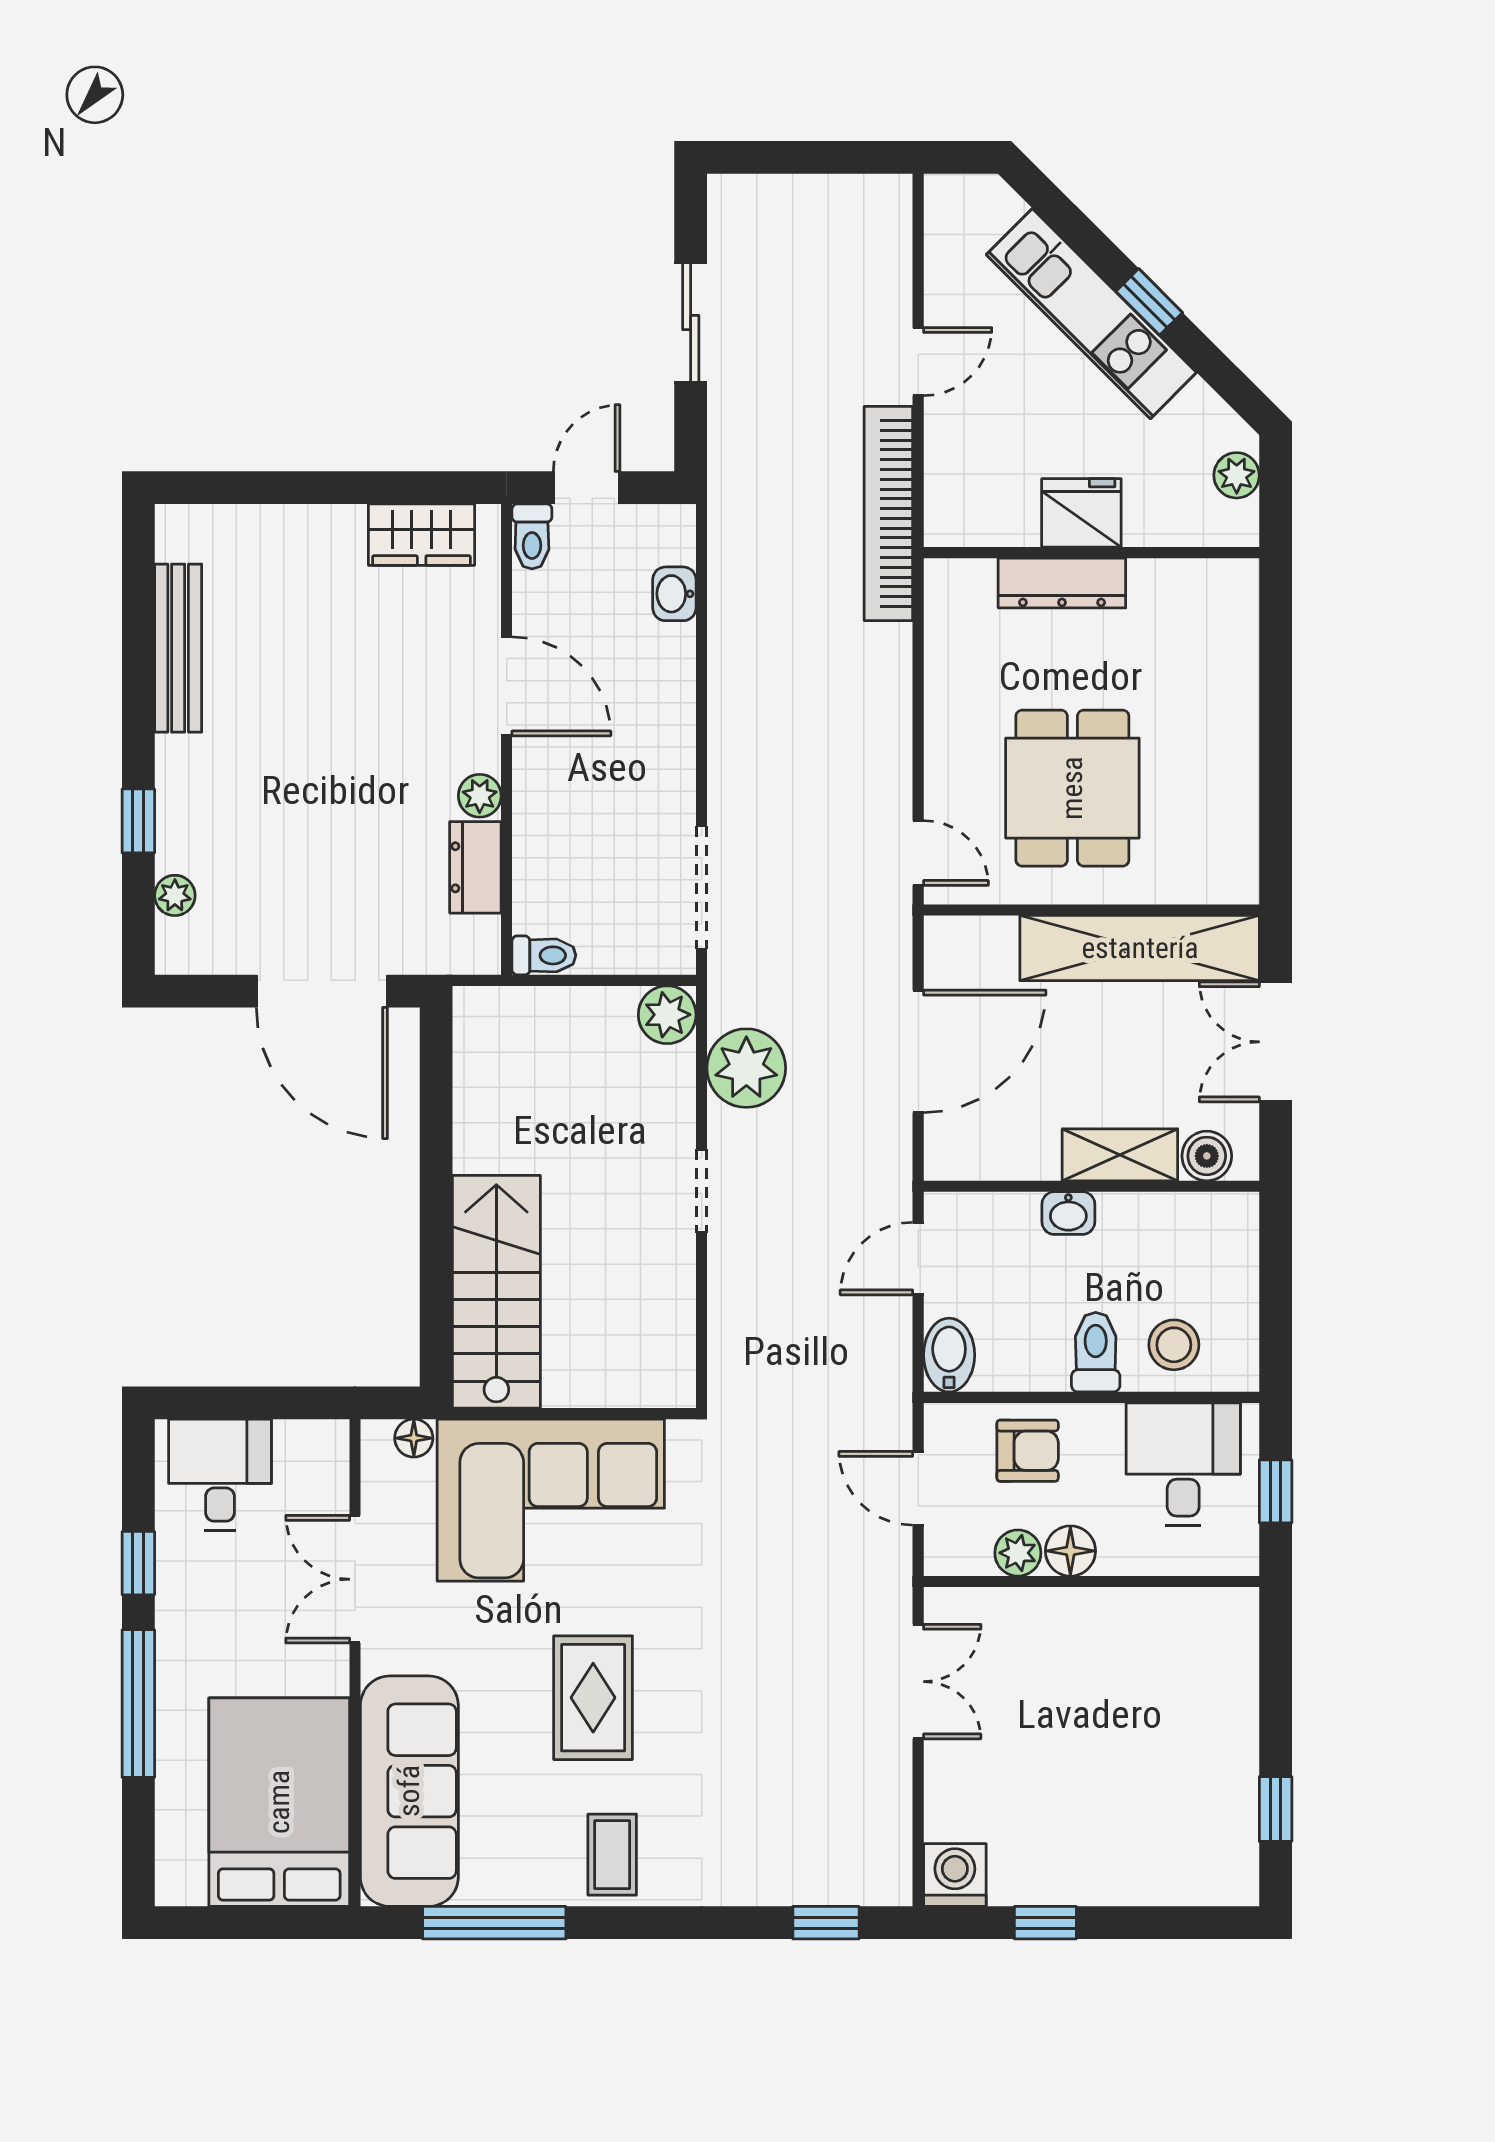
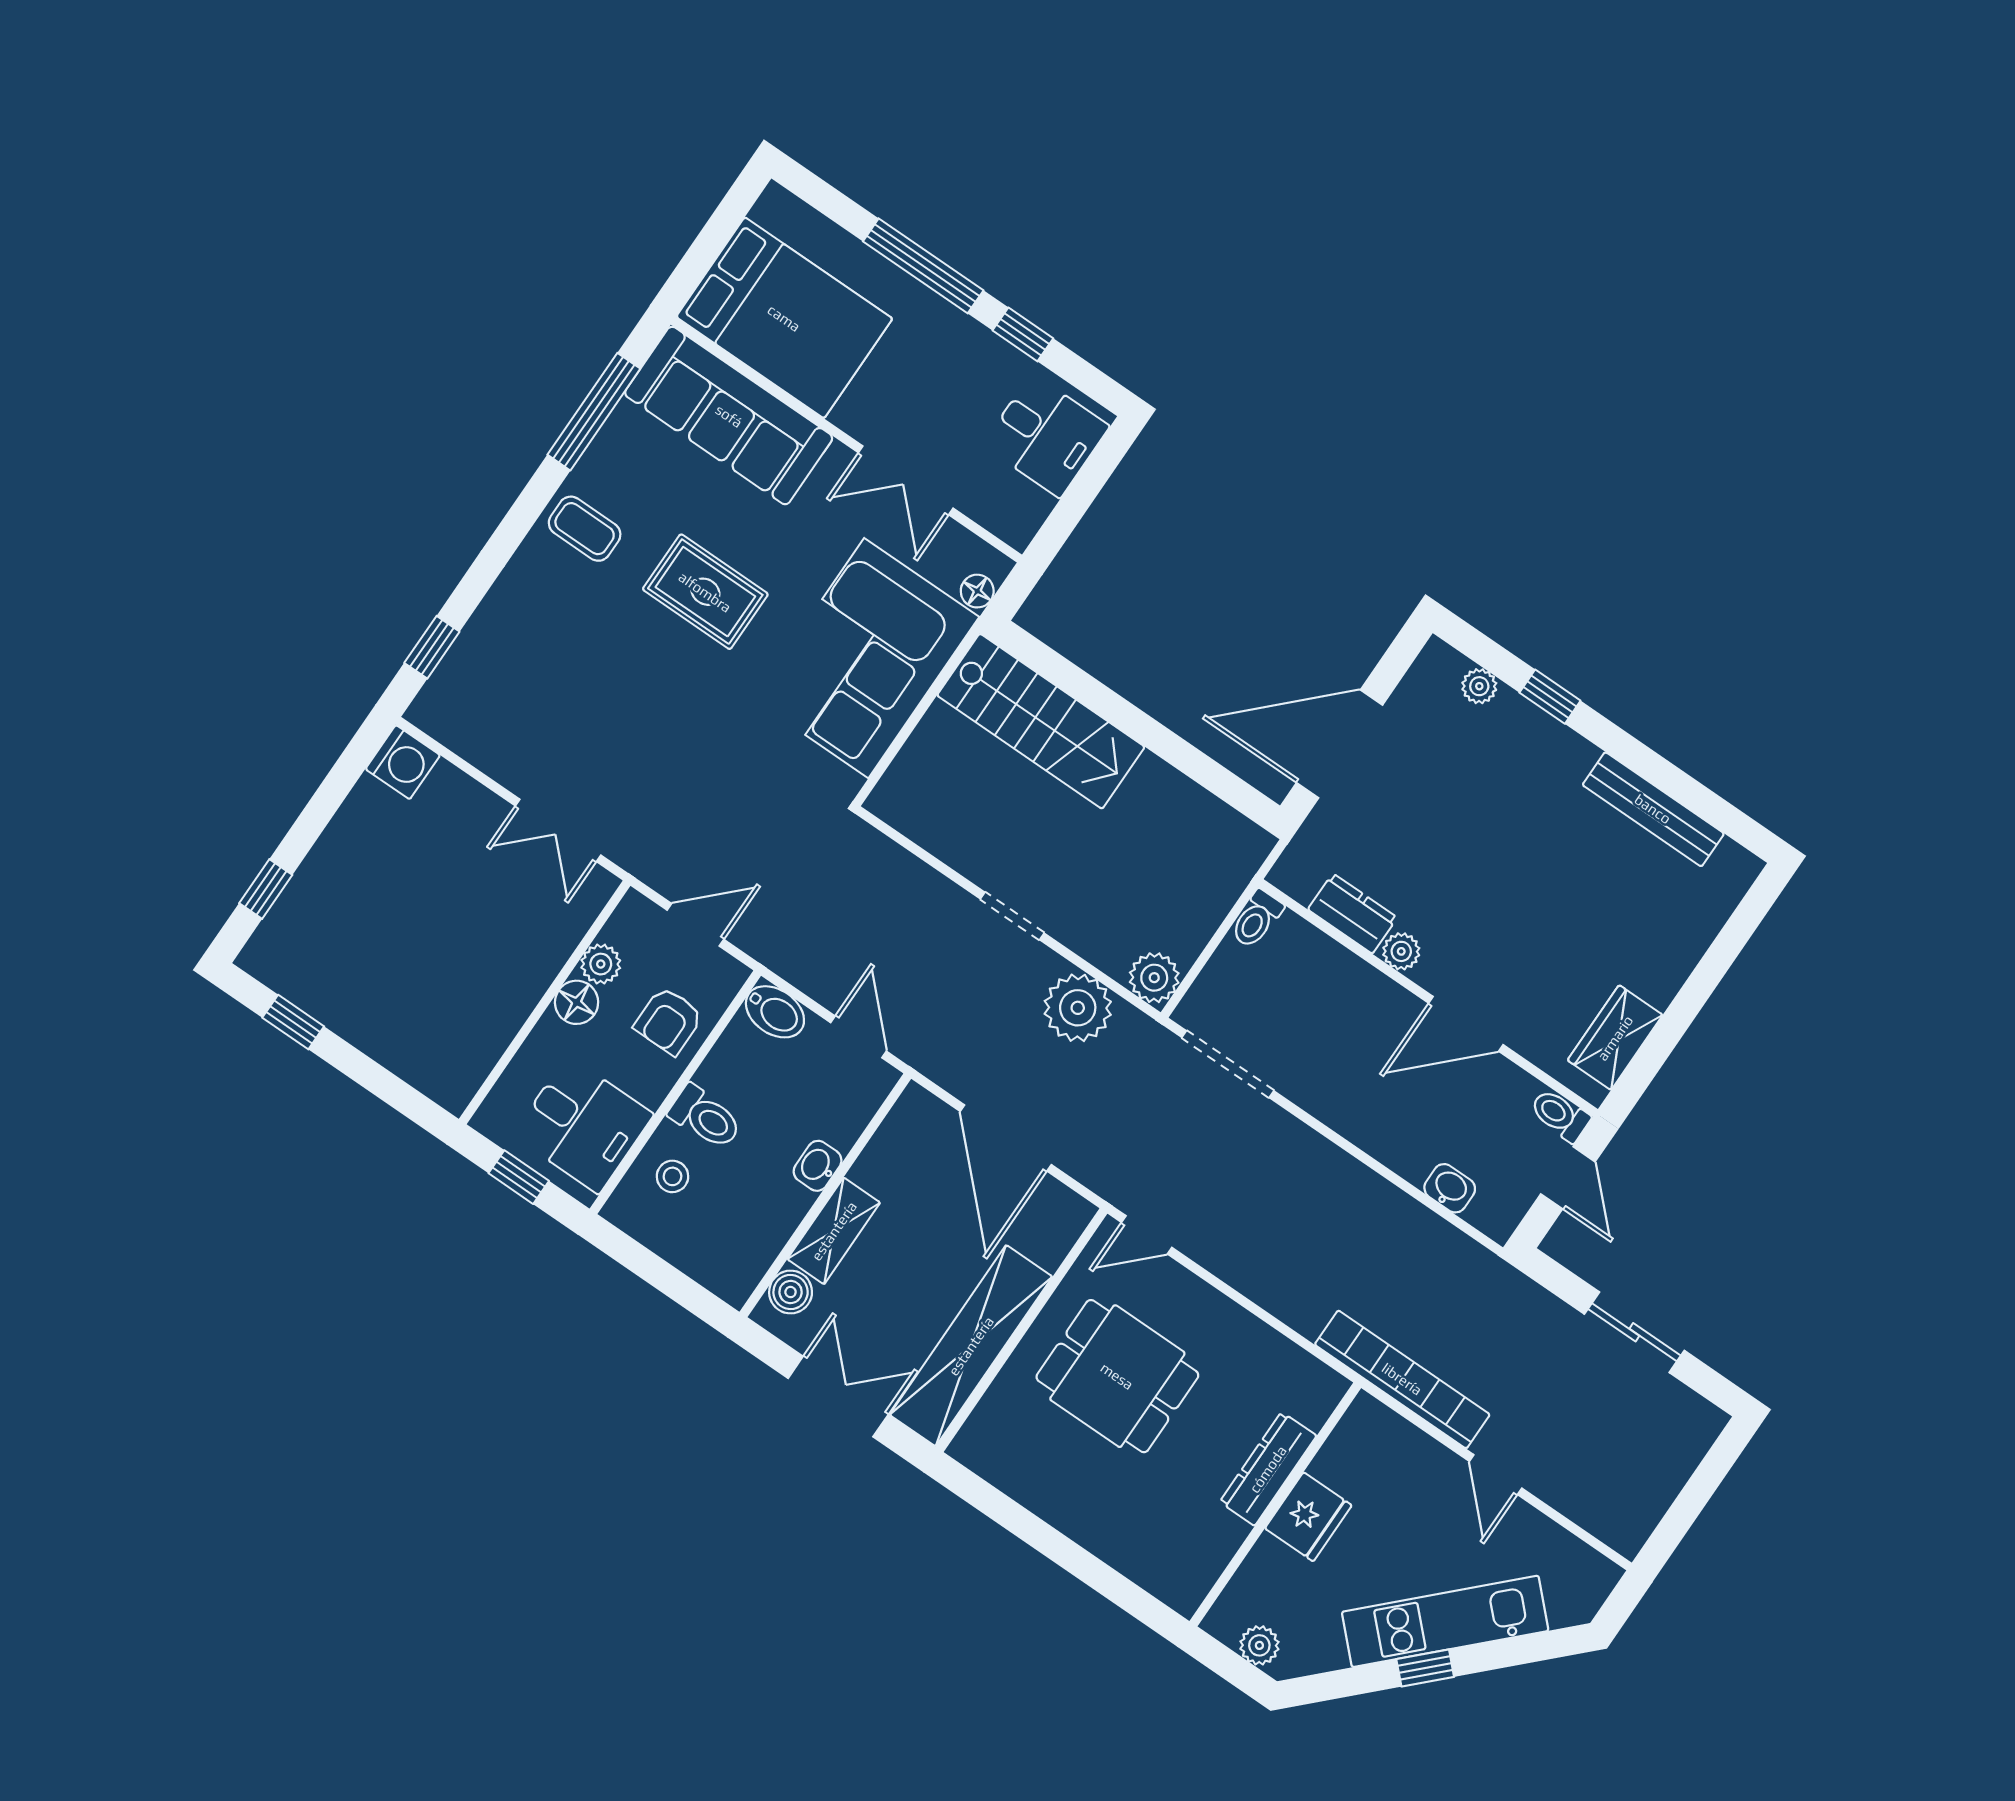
stool: (1174, 1345) -> (672, 1176), width x0.73, depth x0.73
double door: (355, 1579) -> (906, 480), swing flipped
window: (1045, 1923) -> (266, 889), moved

